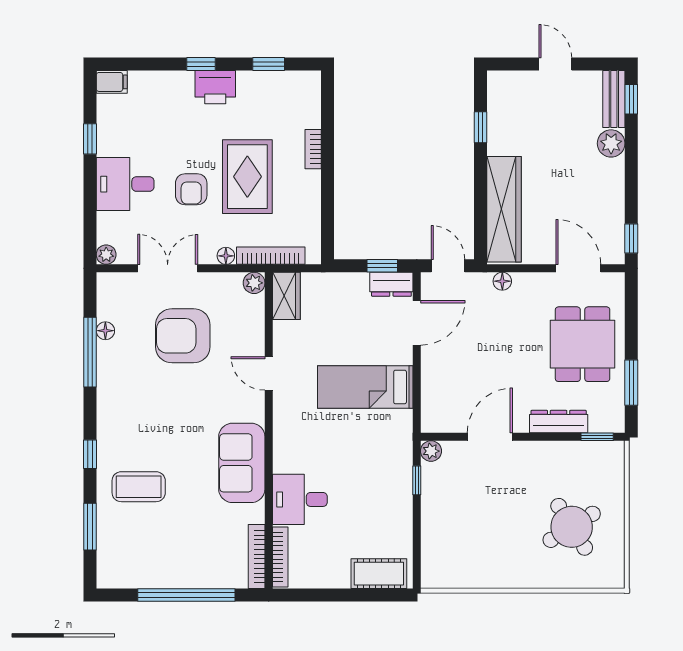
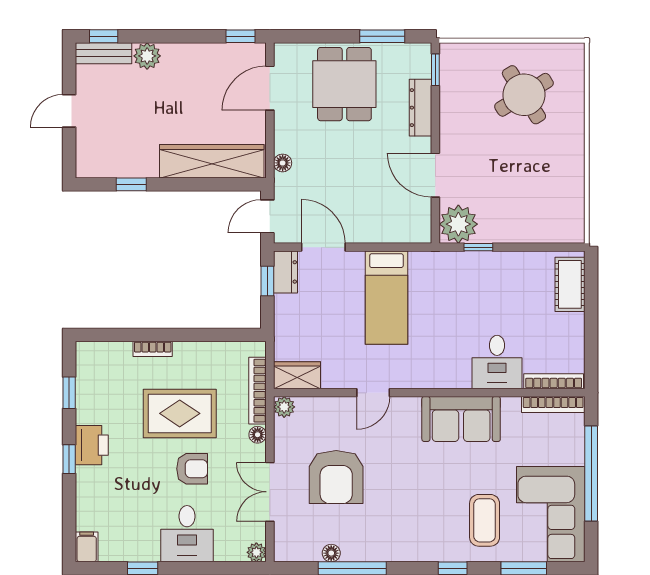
dining table: (583, 344) -> (344, 84), turned 90
plant: (431, 451) -> (458, 224), width x1.87, depth x1.87
corner sofa: (145, 554) -> (551, 514), added

